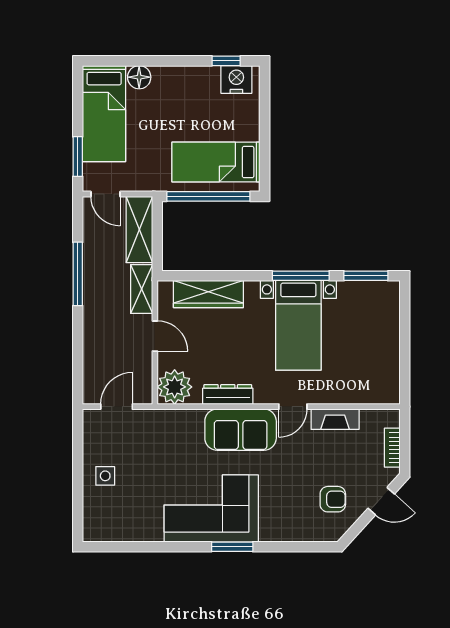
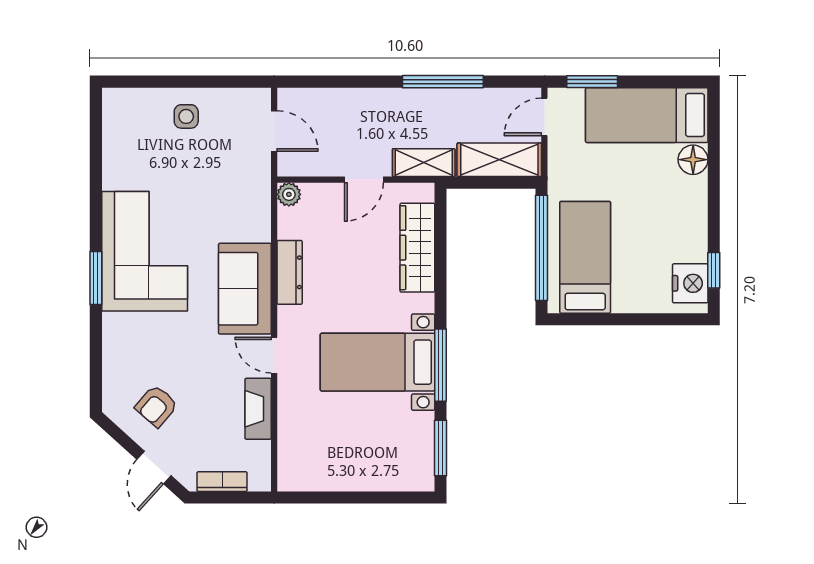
plant: (175, 387) -> (289, 194), width x0.53, depth x0.53
armchair: (333, 499) -> (156, 406), turned 41

